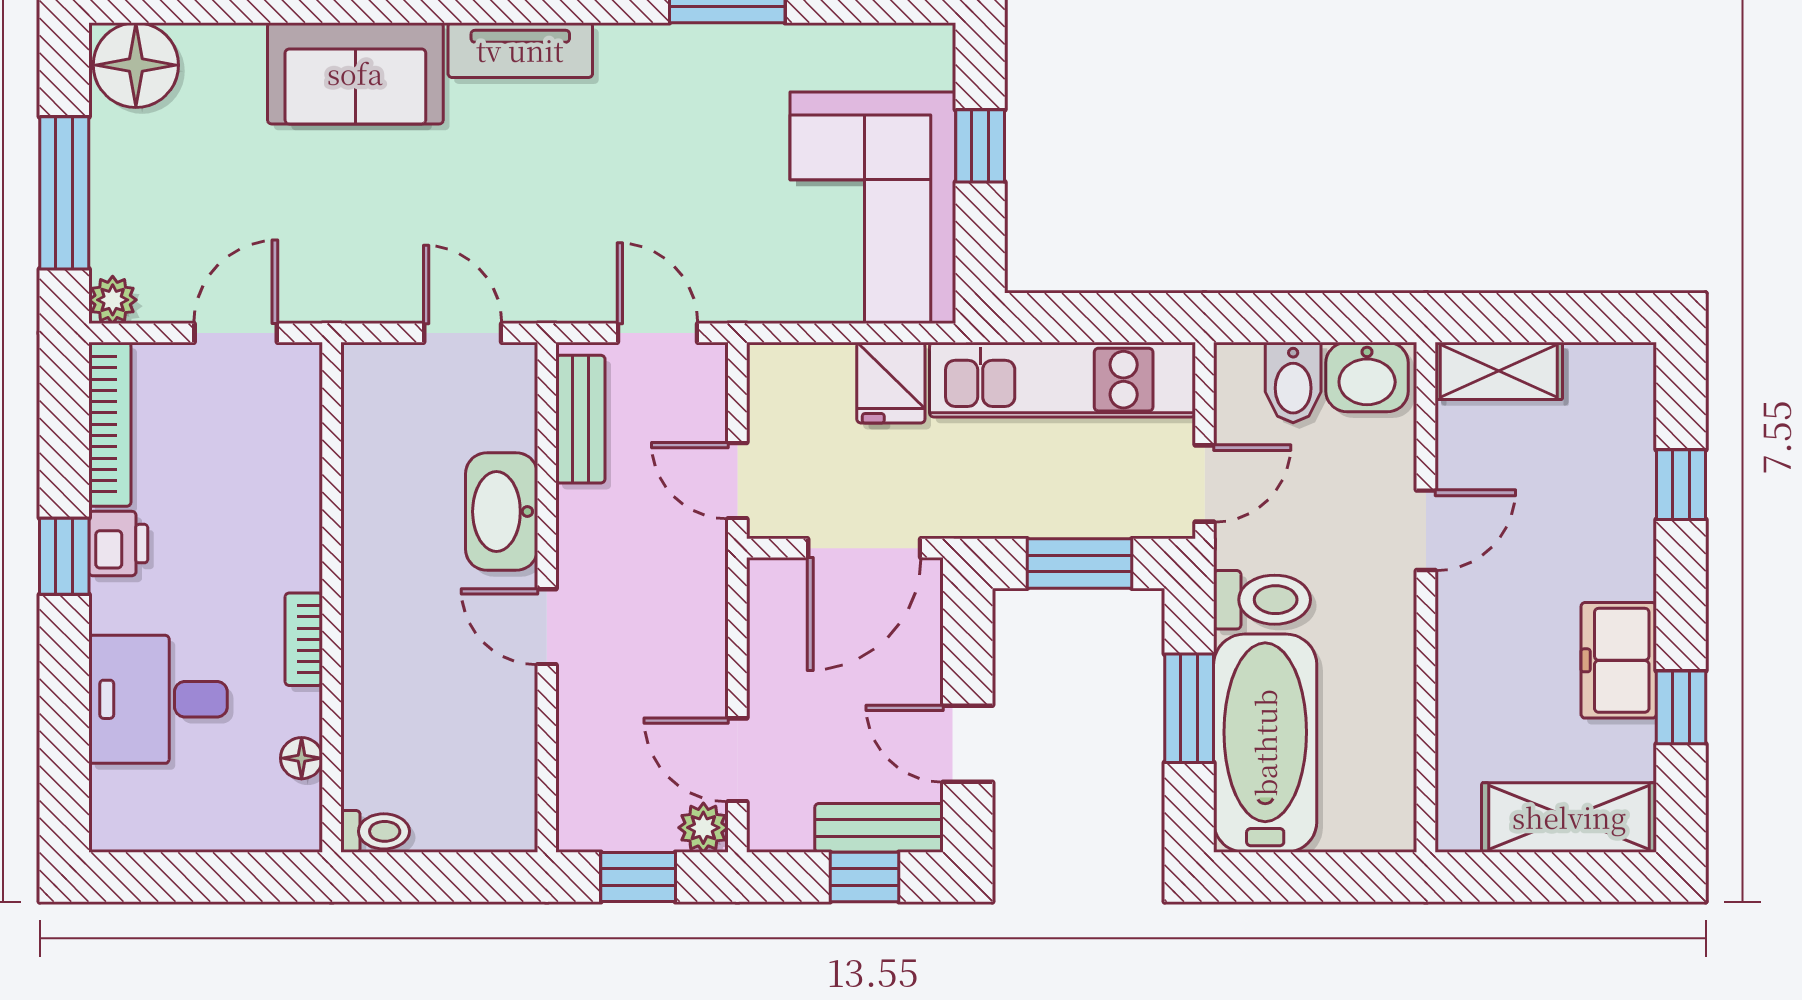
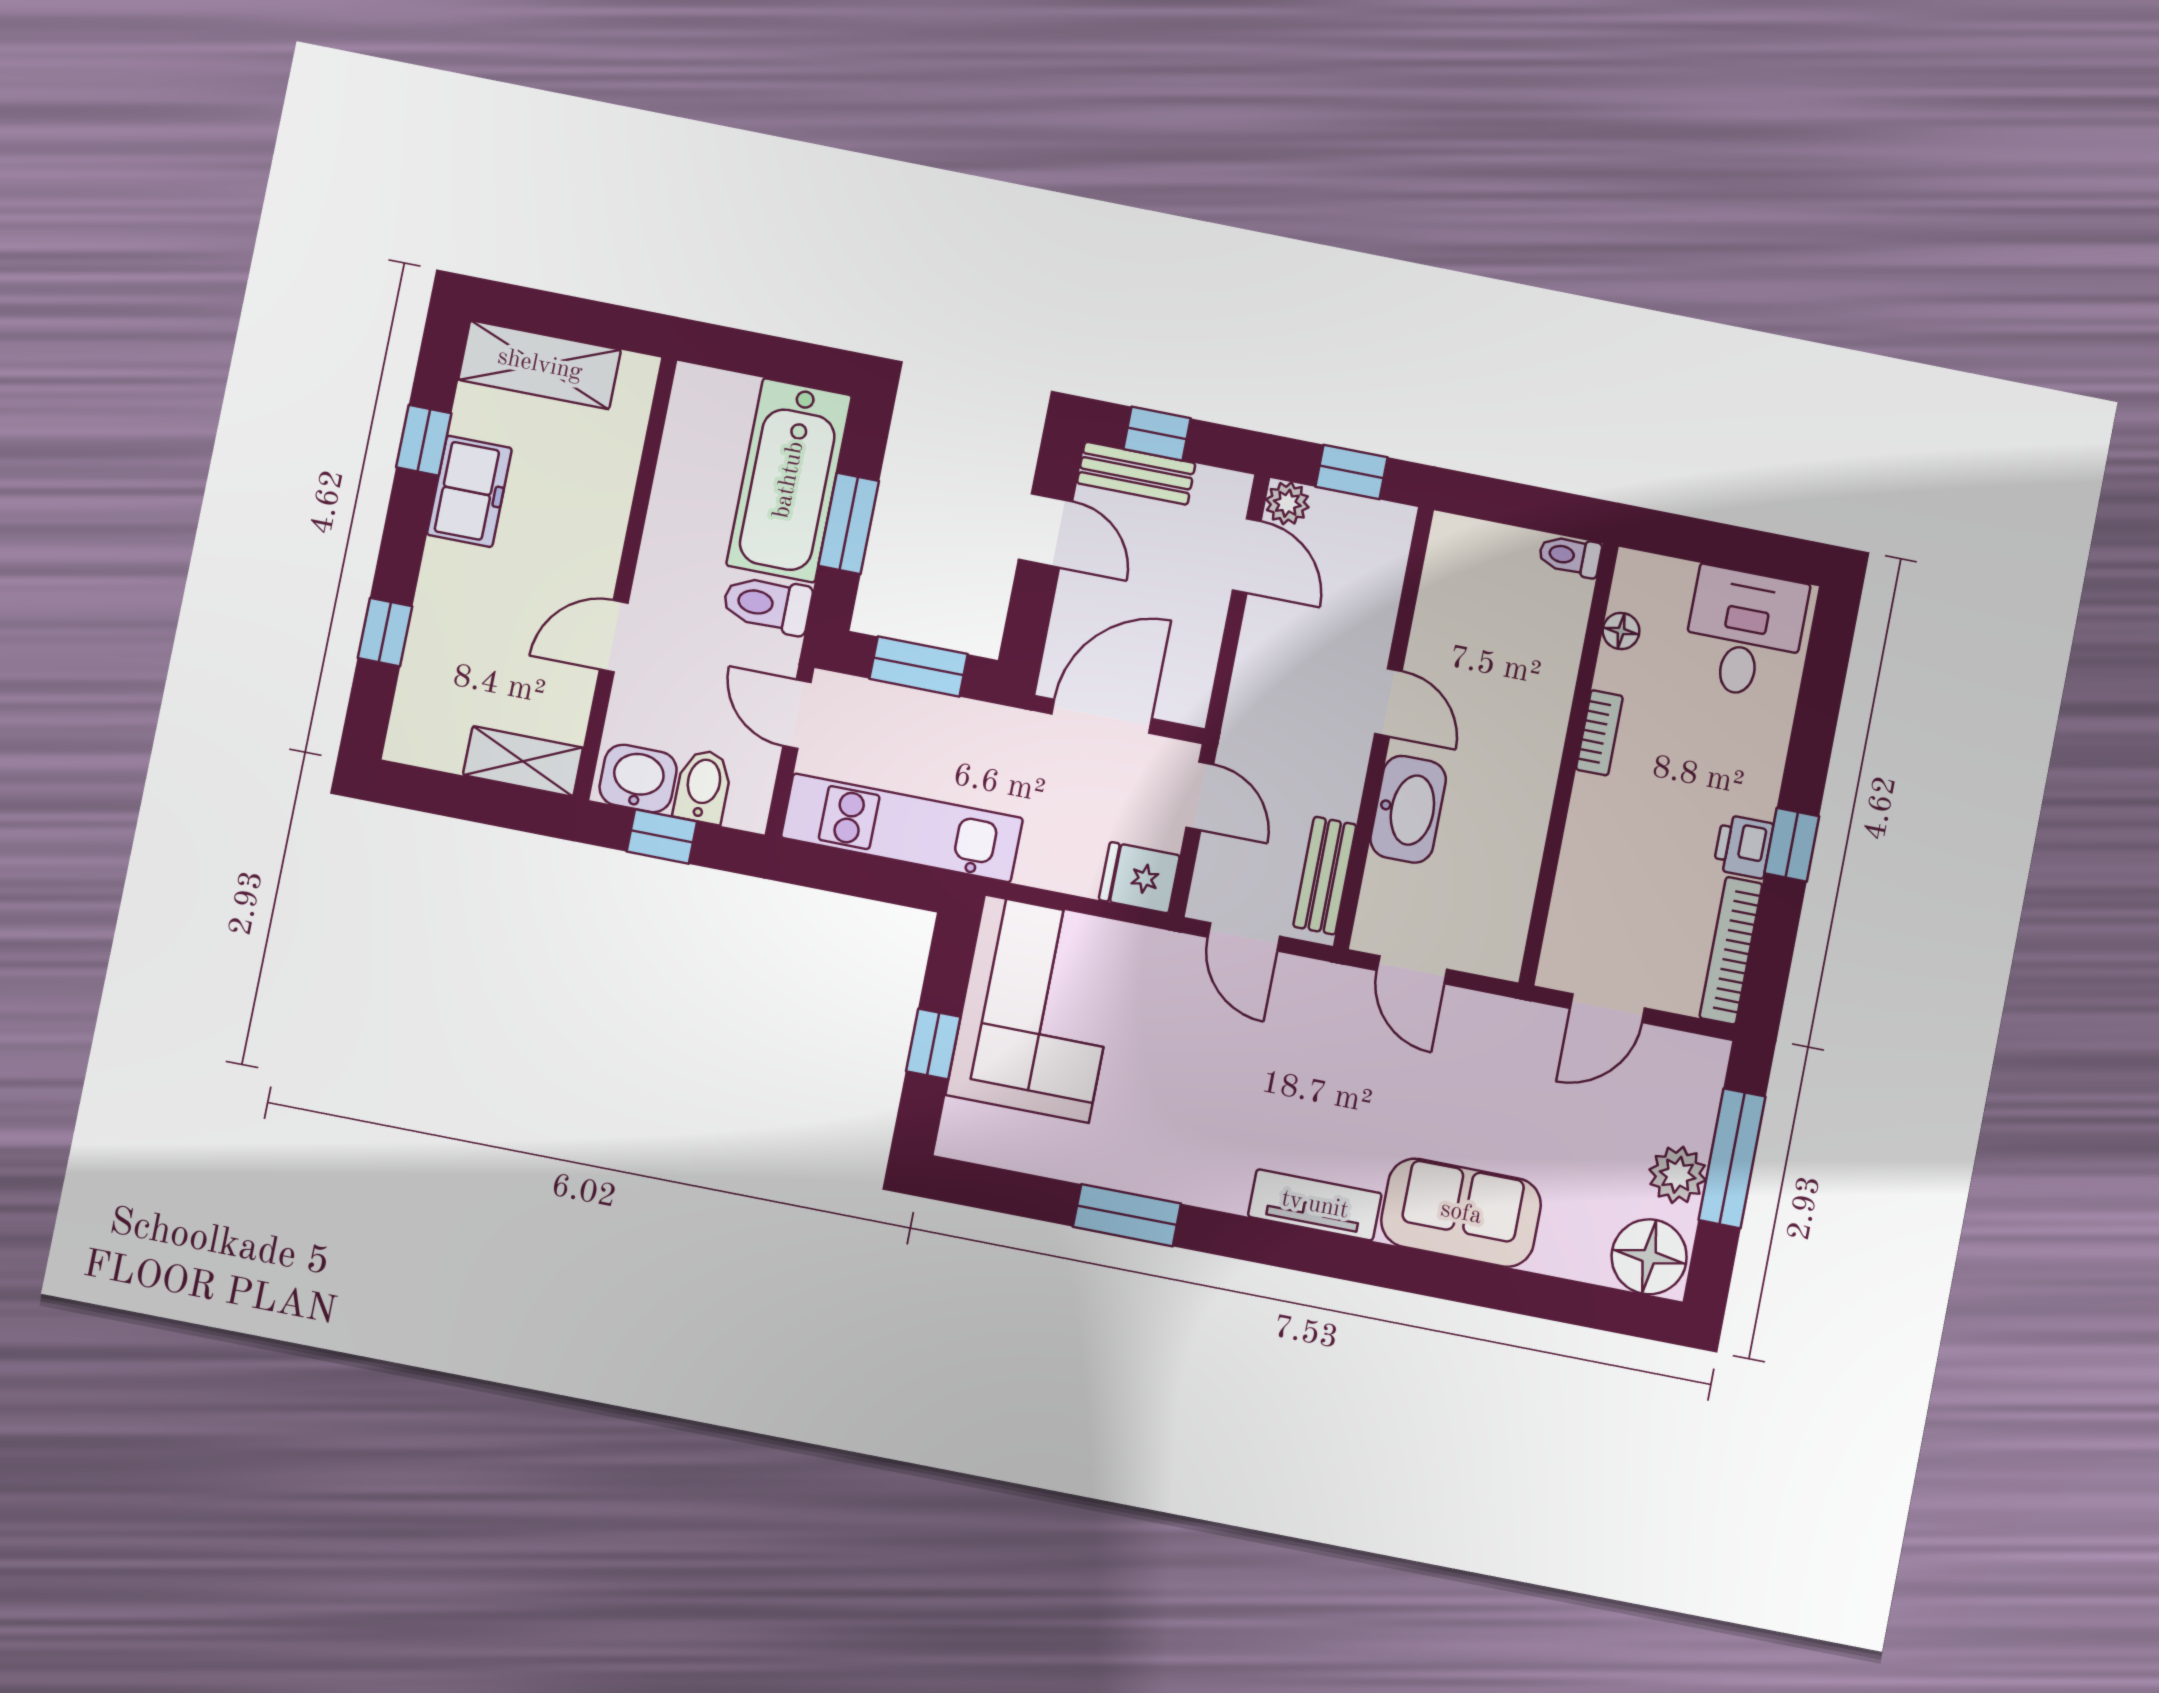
plant: (113, 300) -> (1678, 1175), moved, width x1.38, depth x1.38
window: (1328, 318) -> (662, 836), added
fridge: (891, 383) -> (1139, 878), moved, turned -90
door: (1205, 484) -> (797, 714), hinge flipped
desk: (158, 699) -> (1744, 633), moved, turned -90

